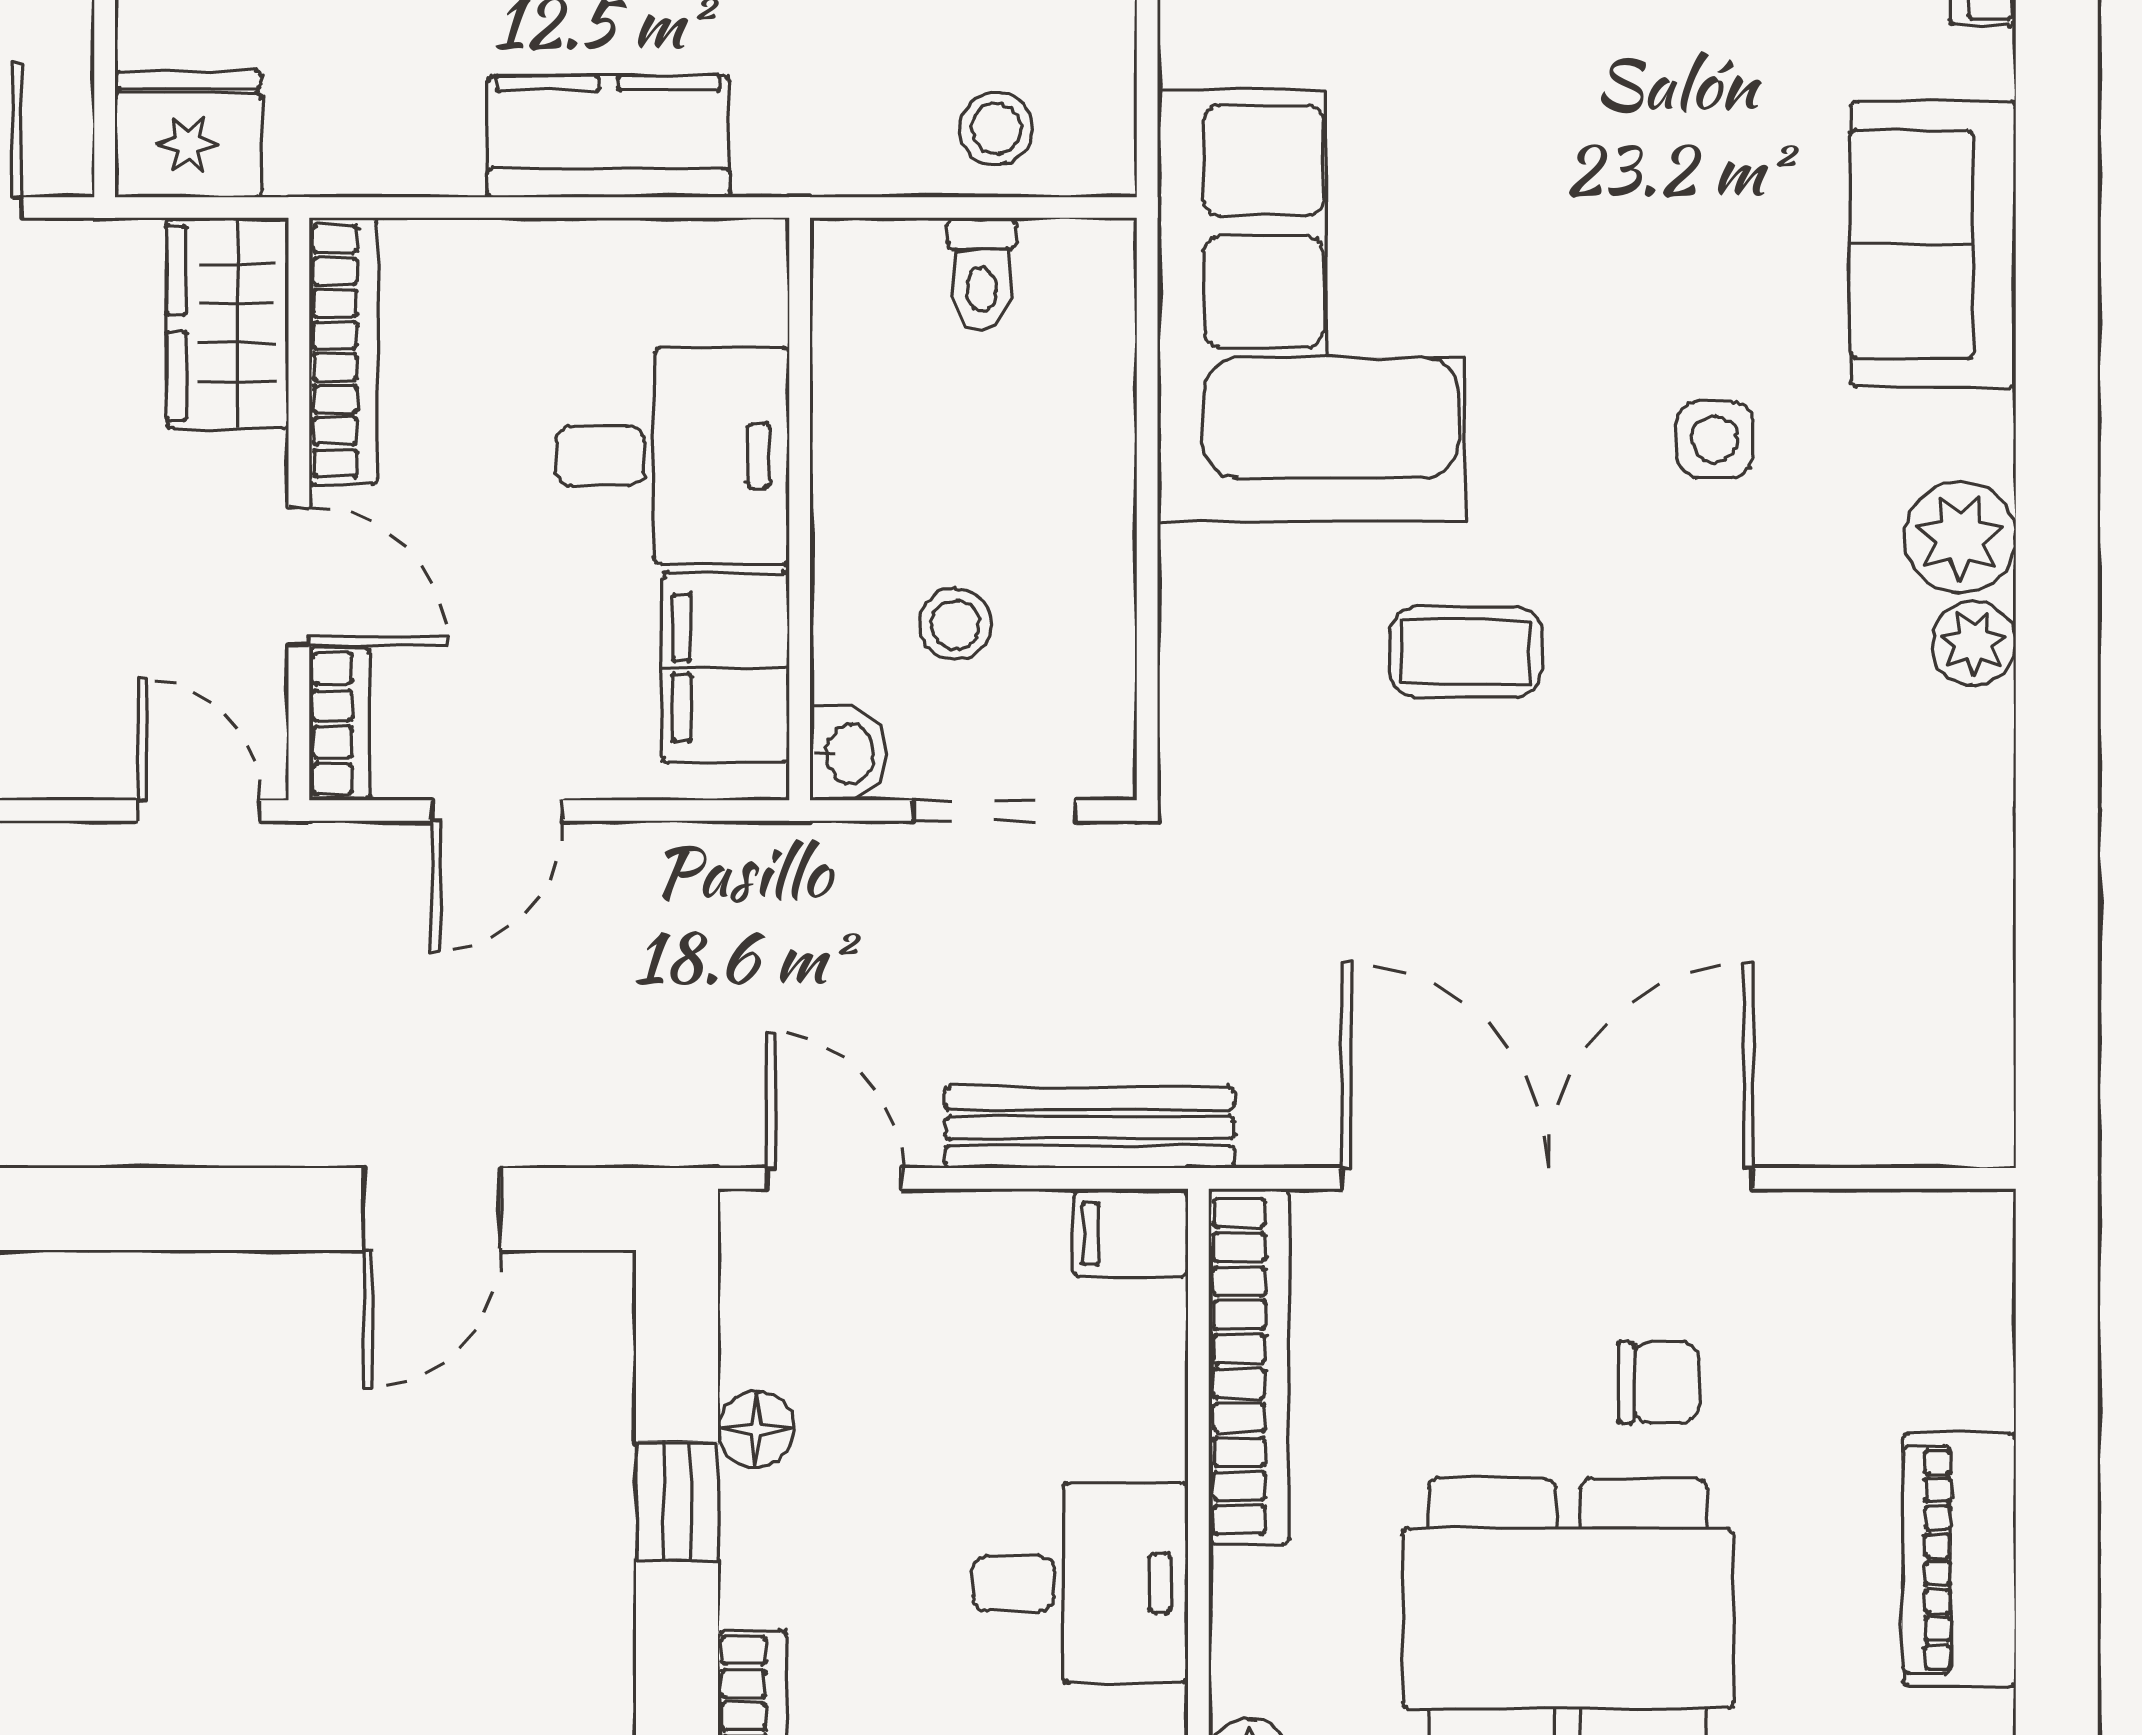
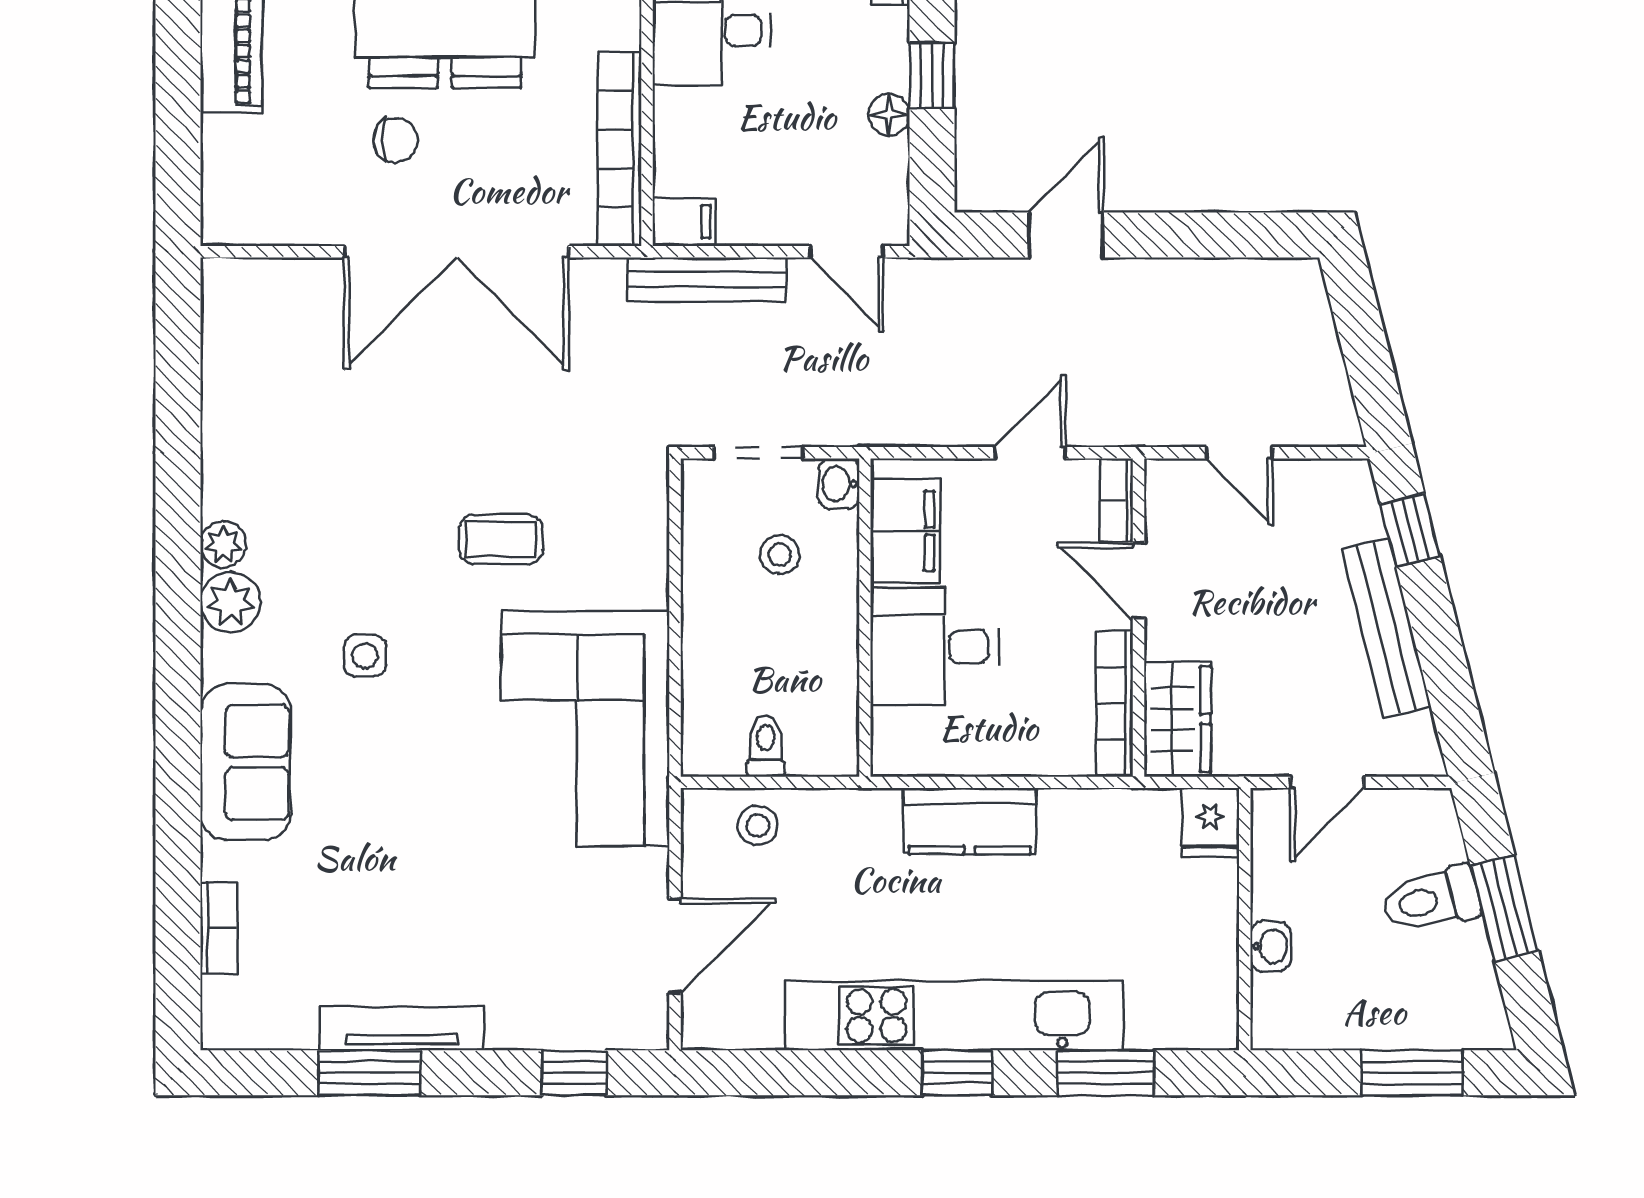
fridge: (188, 134) -> (1210, 822), width x0.72
door: (199, 810) -> (1239, 453), moved
chair: (1659, 1383) -> (396, 140), turned 180

